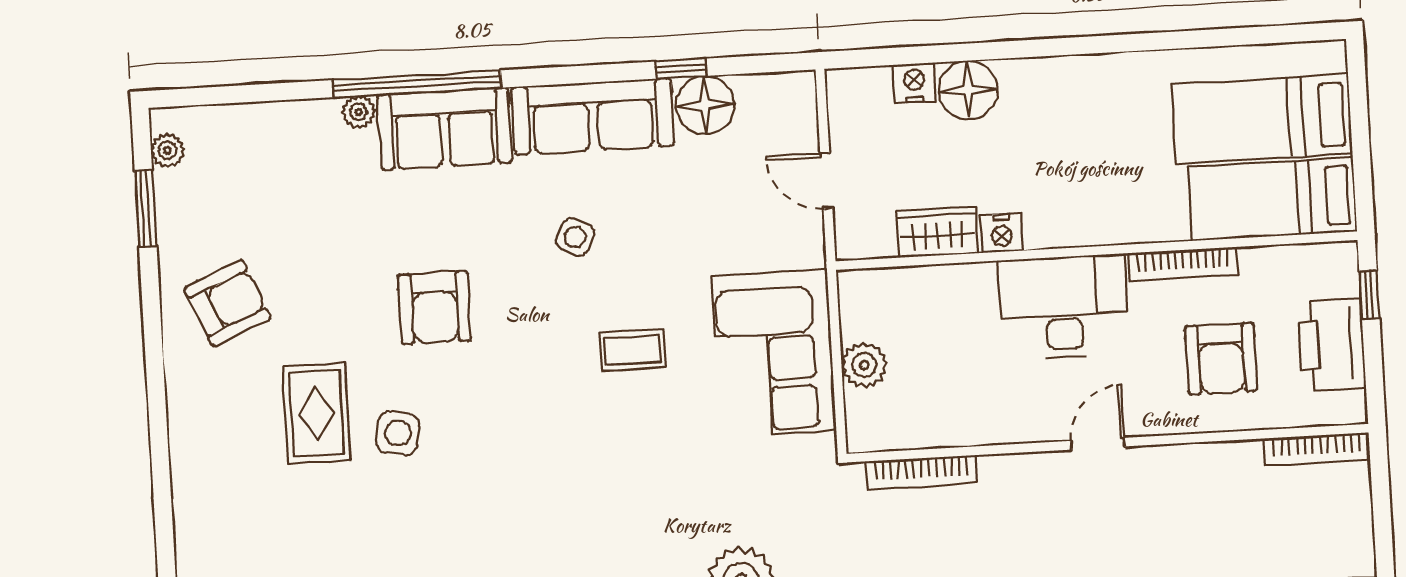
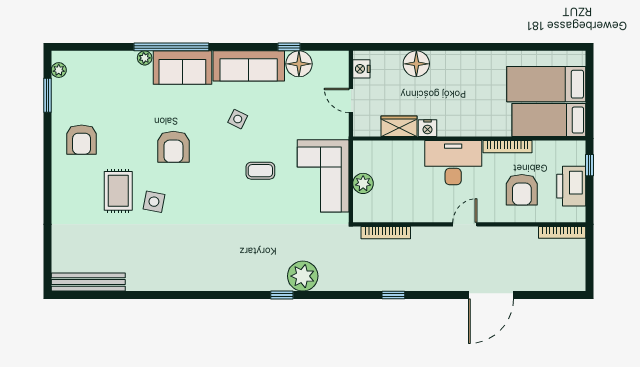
nightstand: (914, 83) -> (361, 69), moved, turned -90
armchair: (228, 303) -> (82, 140), turned 113

